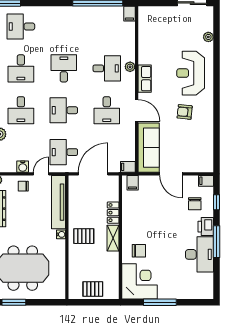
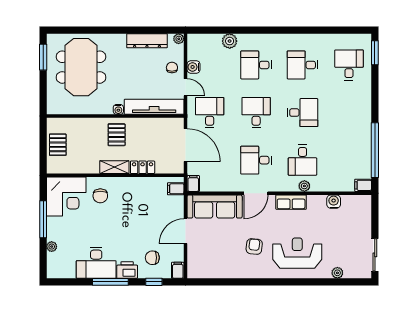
water cooler: (144, 40) -> (334, 202), added
plant: (185, 295) -> (52, 247), added

